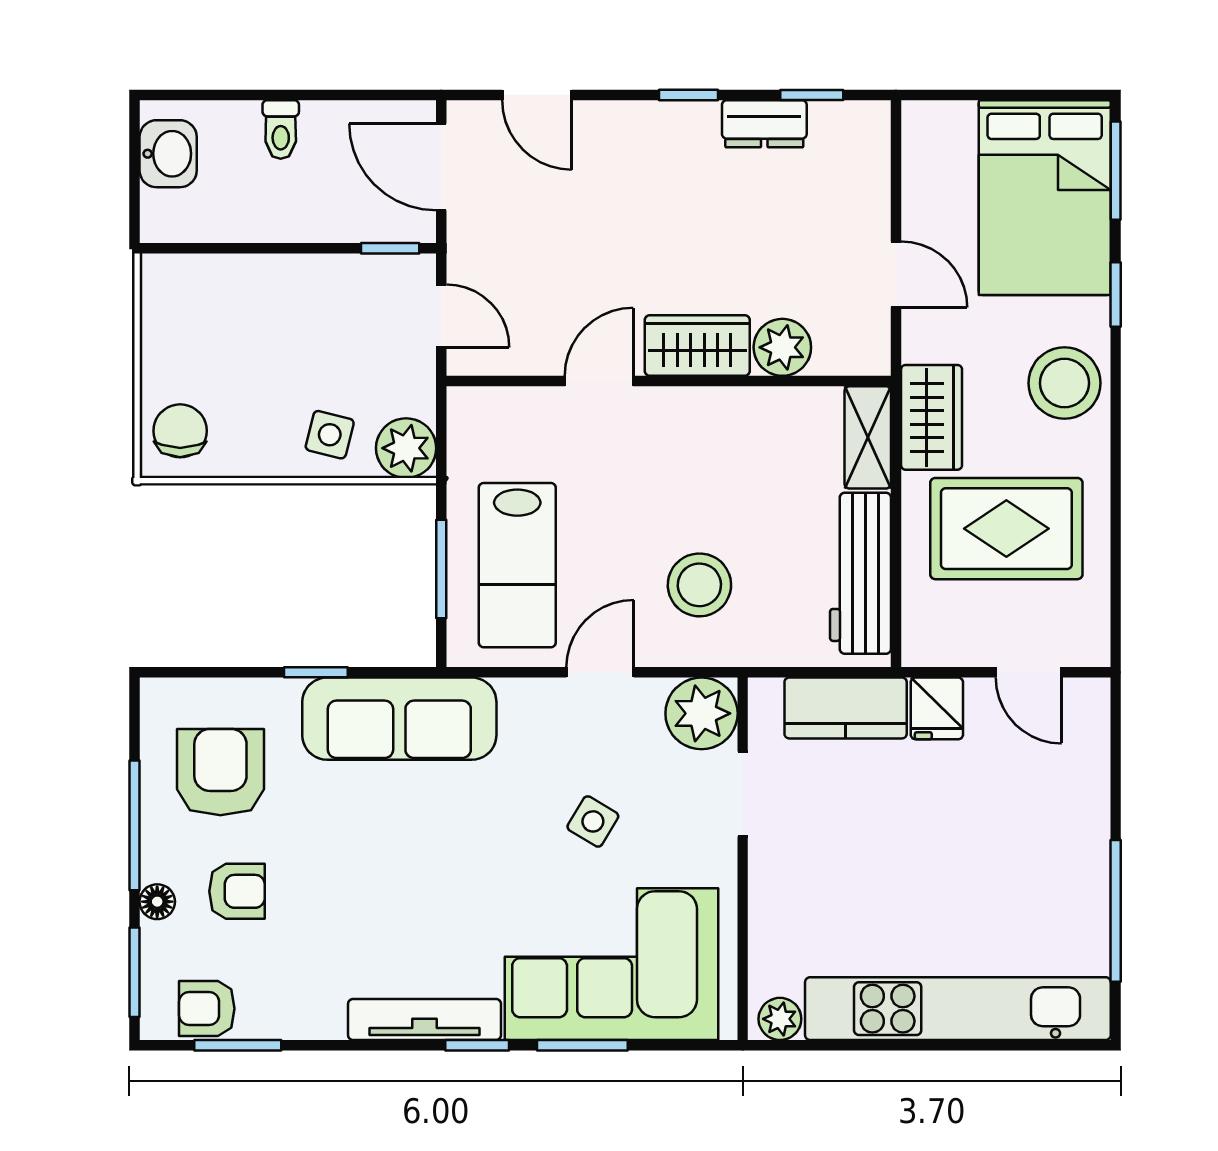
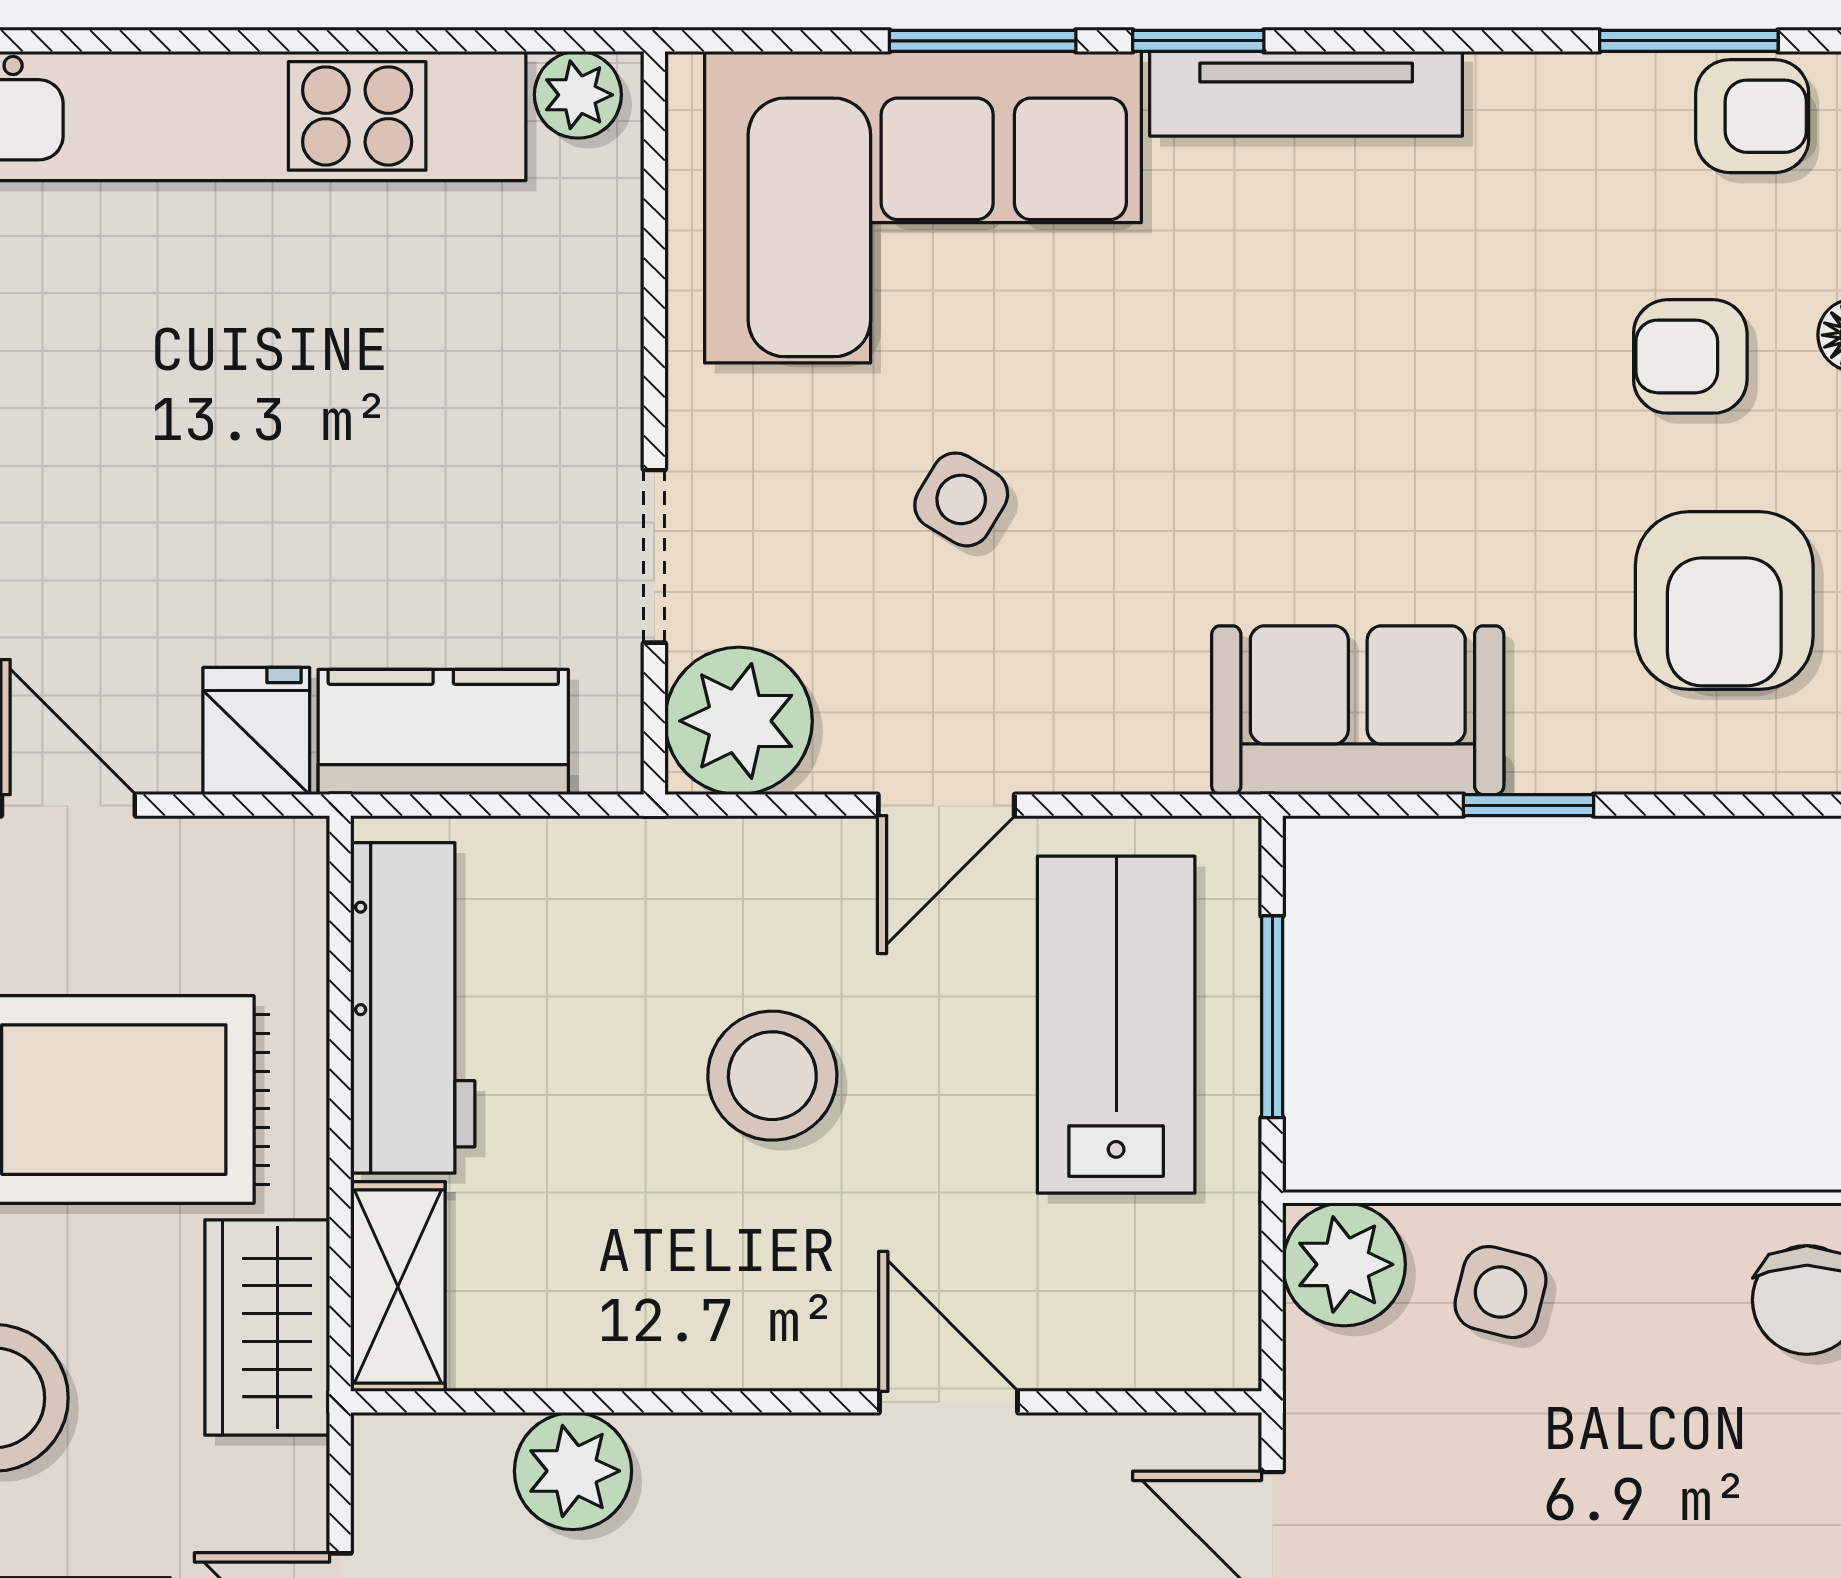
wardrobe: (697, 346) -> (747, 1475), removed
door: (599, 381) -> (948, 1402), swing flipped
stool: (699, 585) -> (772, 1076), moved
sofa: (399, 719) -> (1358, 710), width x0.73

